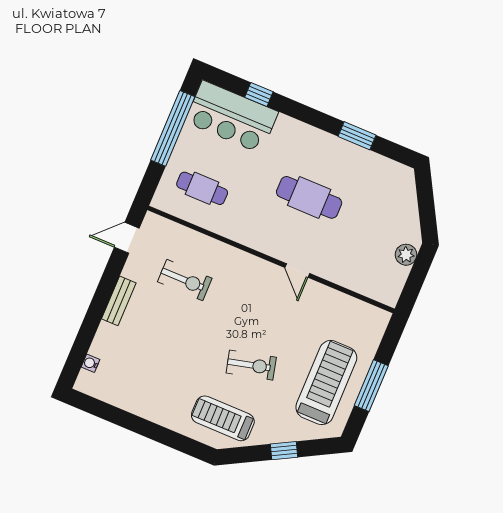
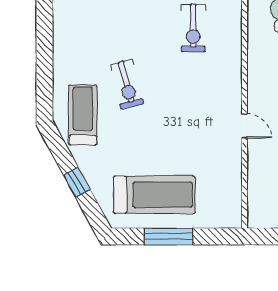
door: (297, 271) -> (244, 126), swing flipped
exercise bike: (251, 365) -> (127, 84), moved

